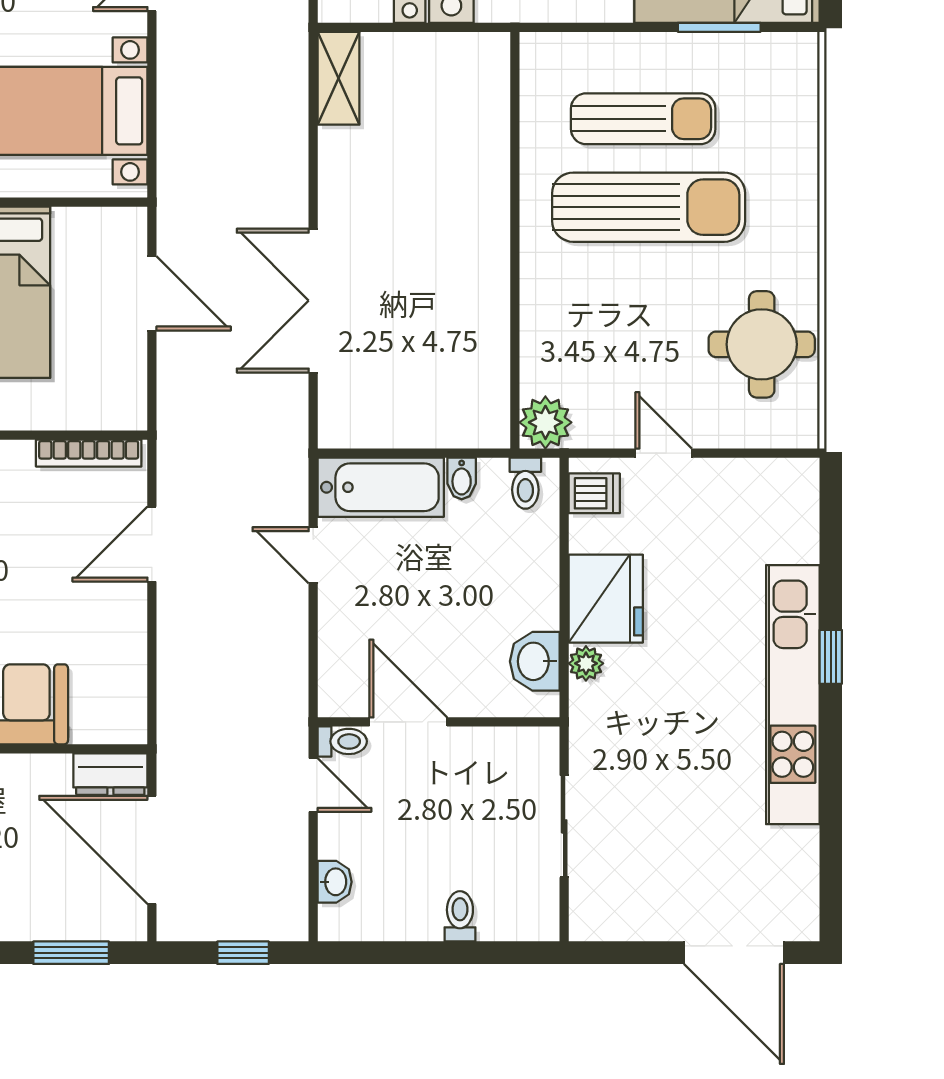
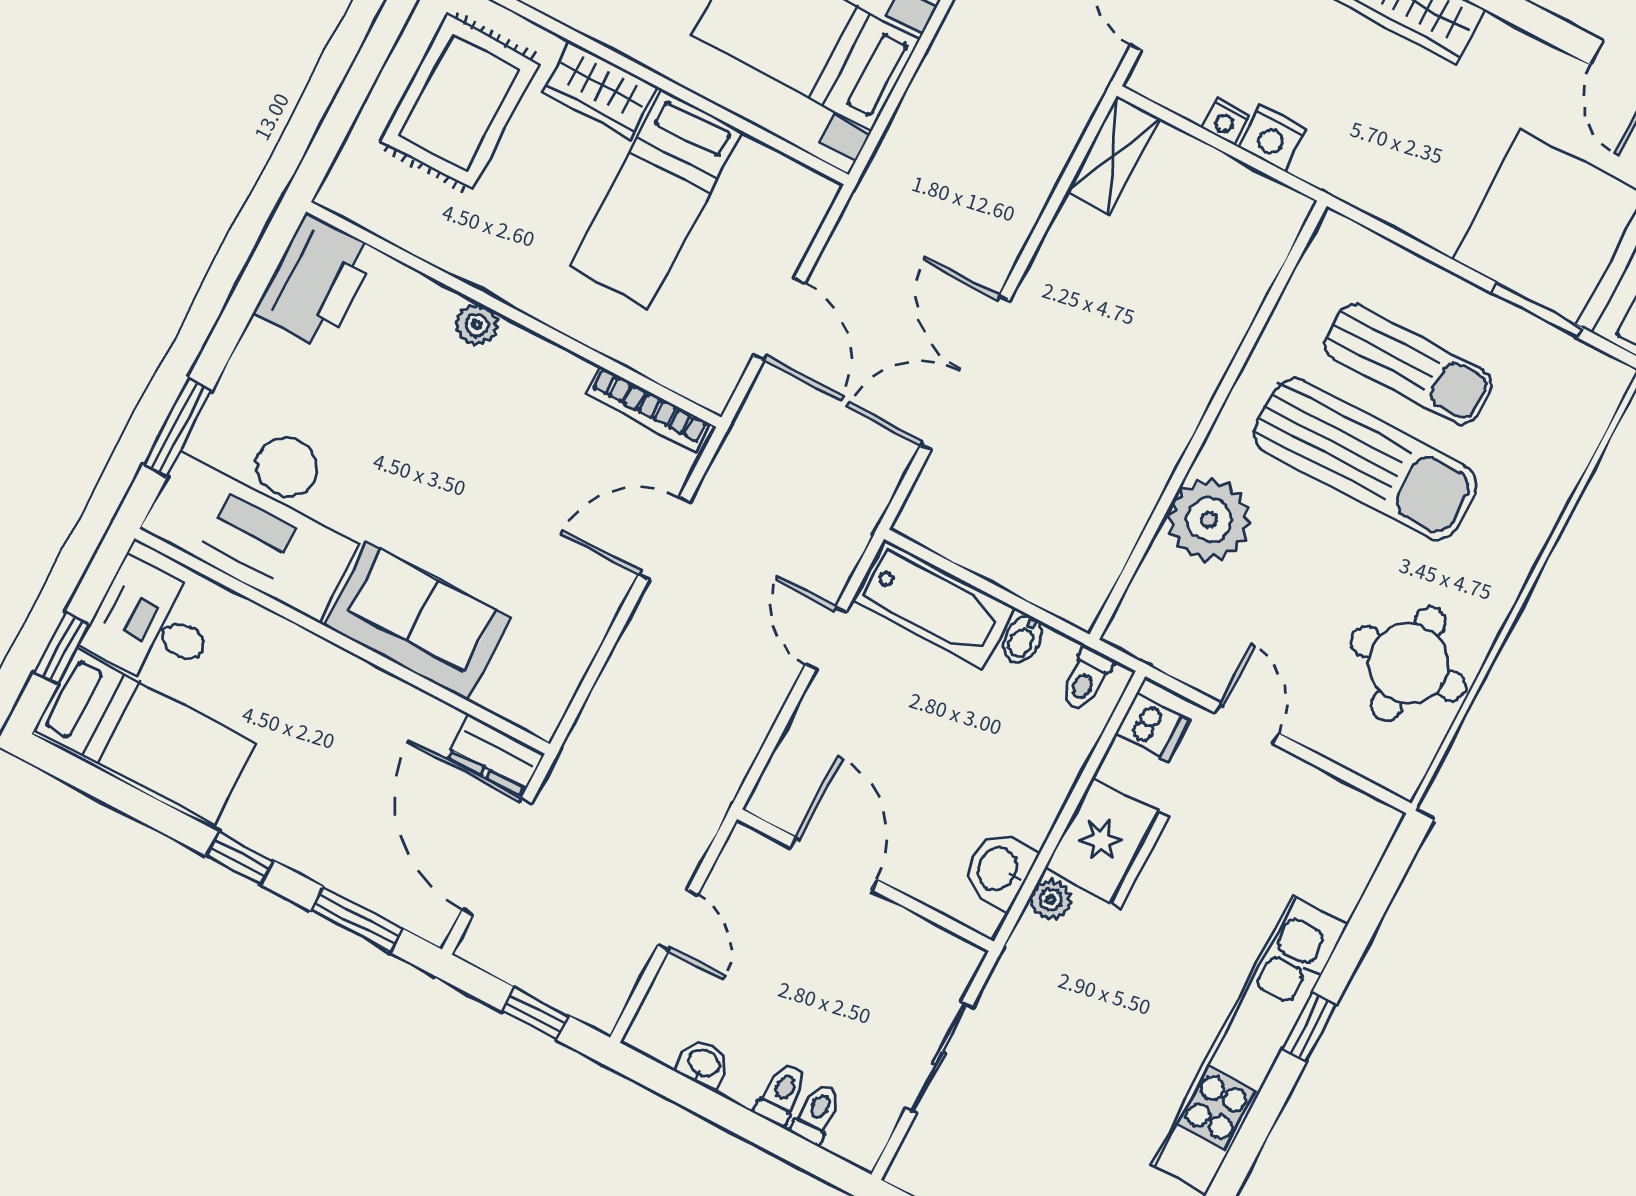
door: (152, 293) -> (779, 319), moved
plant: (545, 422) -> (1209, 520), moved, width x1.36, depth x1.36
toilet: (342, 741) -> (817, 1114), moved, turned -90
door: (313, 785) -> (678, 920), moved
washbasin: (335, 882) -> (703, 1064), moved, turned -90

